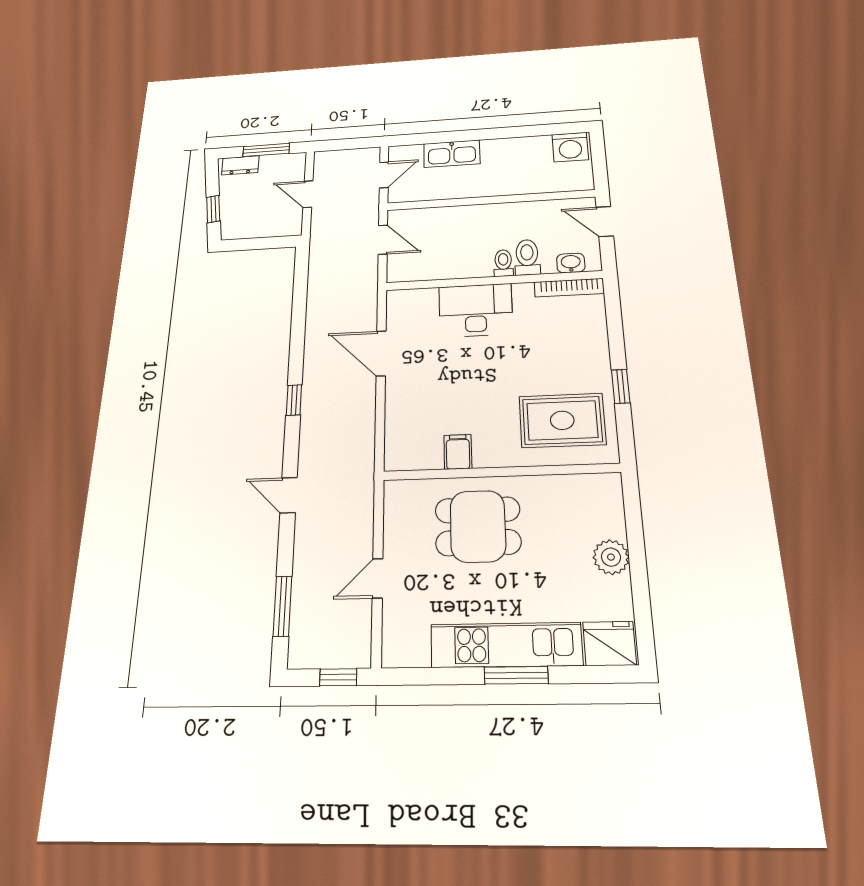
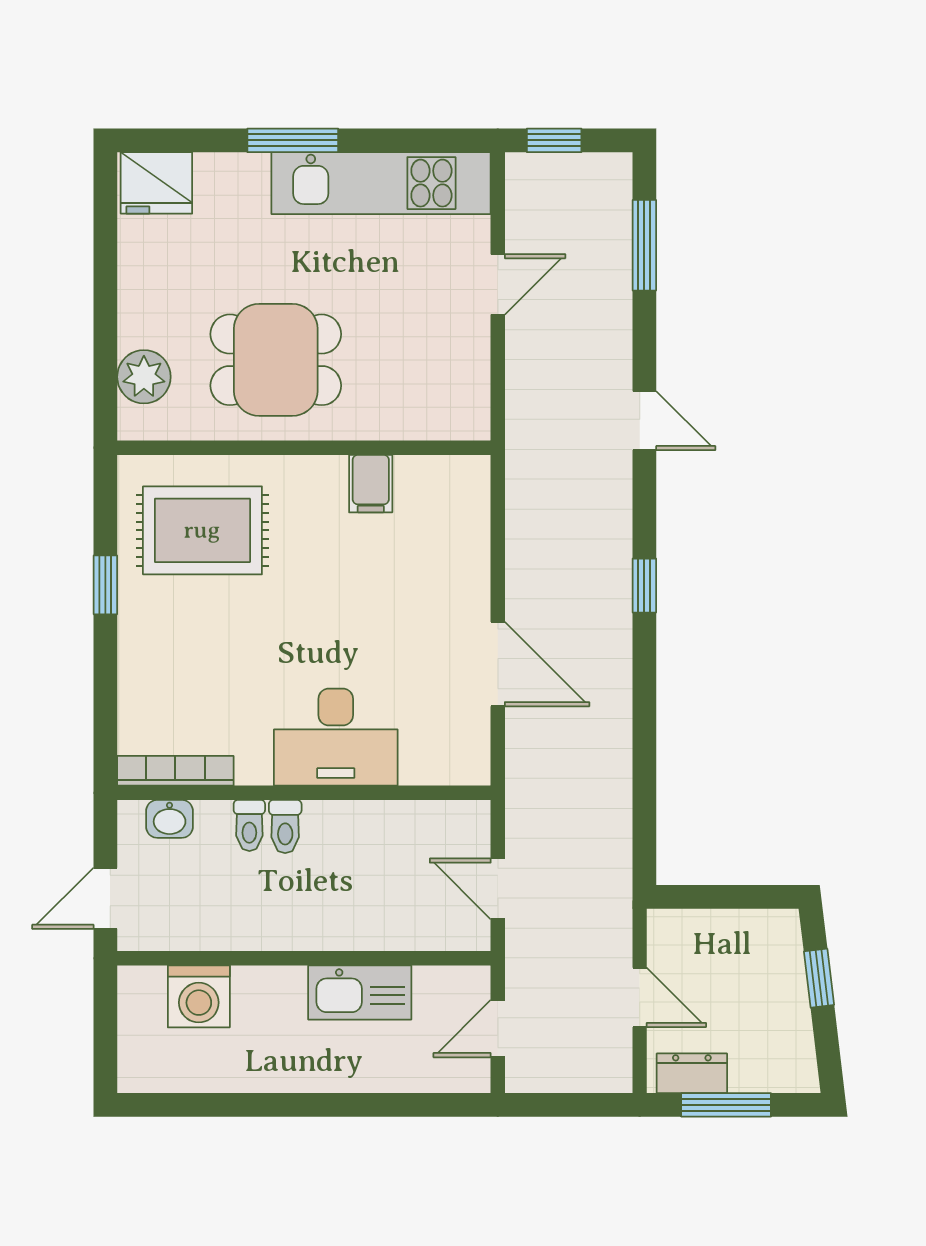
washing machine: (570, 147) -> (199, 996), moved, turned 180
kitchen sink: (452, 154) -> (360, 993), moved, turned 180
dresser: (240, 165) -> (692, 1073), moved
door: (605, 222) -> (105, 898), swing flipped
toilet: (527, 257) -> (249, 825), width x0.73, depth x0.72
dining table: (478, 526) -> (276, 360), moved
plant: (611, 557) -> (144, 377), moved
kitchen unit: (506, 645) -> (381, 183), moved

